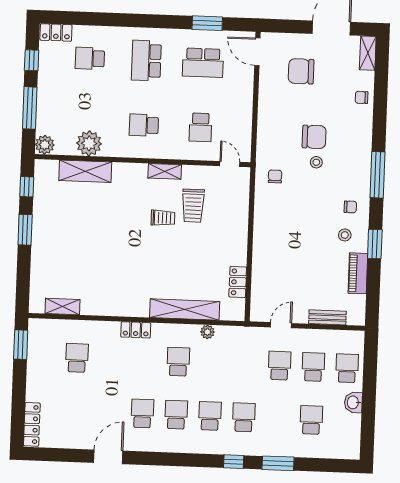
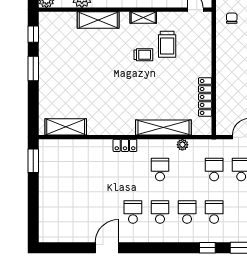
shelving: (85, 171) -> (98, 20), moved
locker: (238, 282) -> (205, 97), width x1.53
shelving: (63, 307) -> (66, 127), width x1.50, depth x1.33
school desk: (77, 358) -> (214, 170), moved
locker: (32, 424) -> (45, 224), removed

